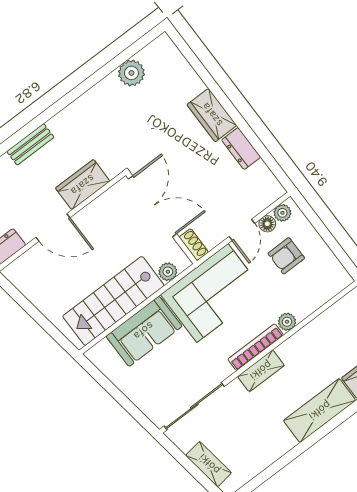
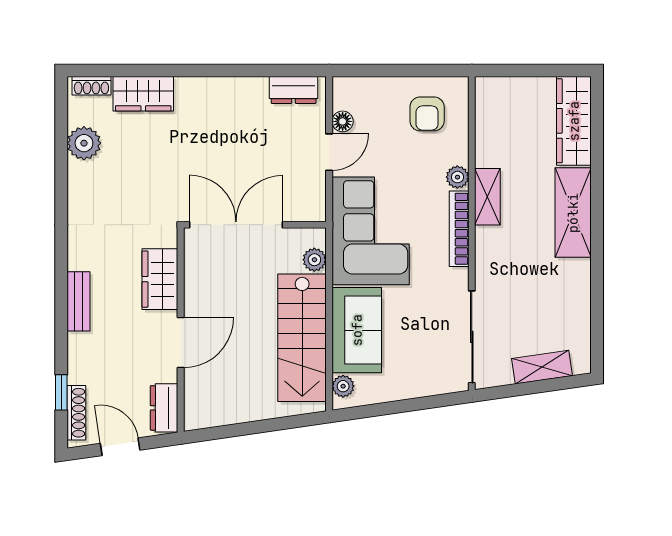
wardrobe: (212, 115) -> (143, 94), moved
dresser: (241, 149) -> (294, 90), moved
plant: (282, 213) -> (343, 386), moved
door: (242, 230) -> (329, 152), hinge flipped
shoe rack: (194, 245) -> (91, 86), moved, turned 180
armchair: (286, 256) -> (427, 114), moved
shelving: (261, 371) -> (487, 197), moved

